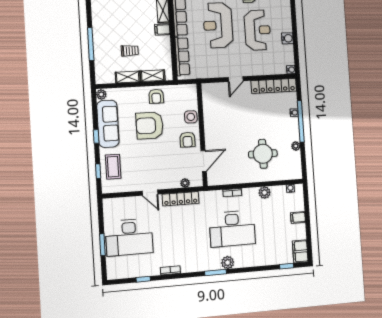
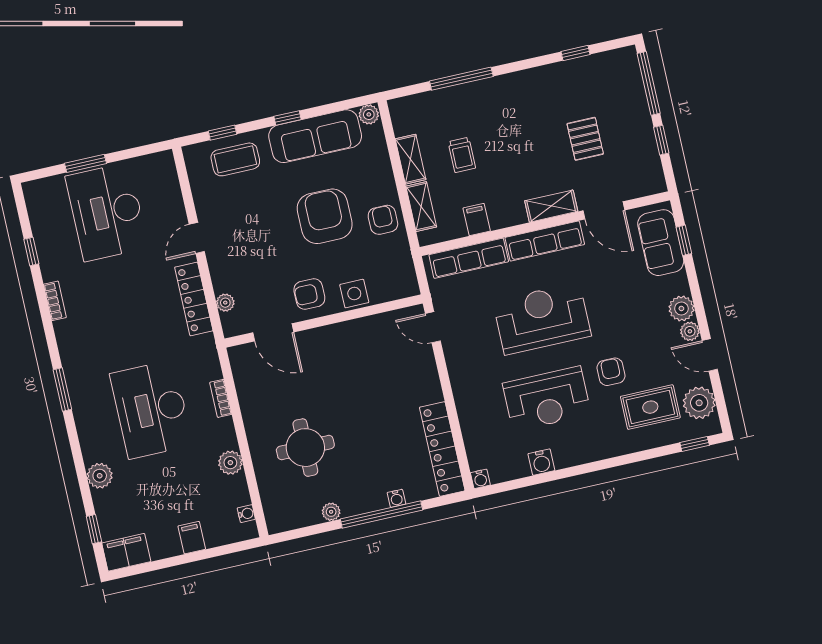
filing cabinet: (162, 29) -> (477, 220), moved
door: (236, 79) -> (433, 327), moved
armchair: (156, 96) -> (383, 220), turned 90
plant: (228, 263) -> (100, 476), moved

